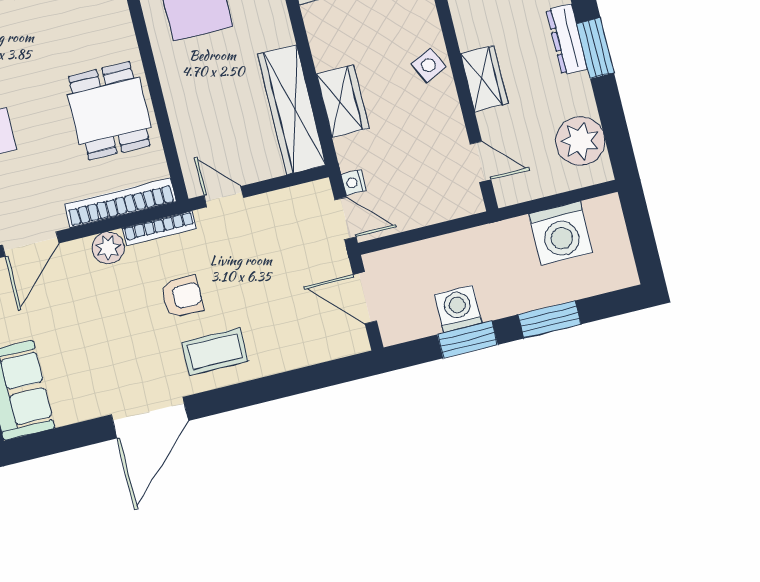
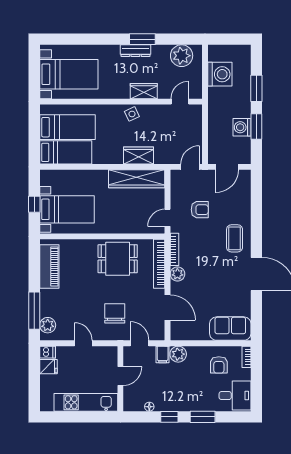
nightstand: (353, 182) -> (175, 159), removed
armchair: (182, 297) -> (200, 210), moved, turned 90

